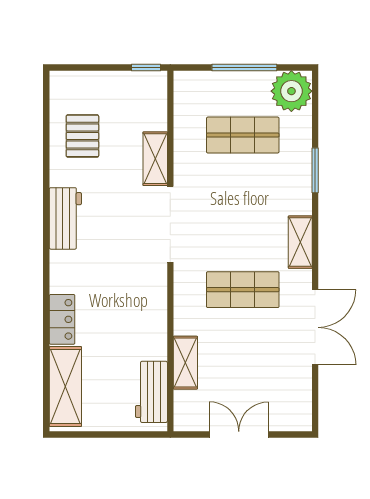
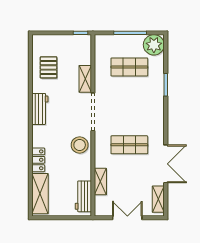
shelving: (300, 242) -> (158, 199), moved
stool: (144, 290) -> (80, 145), added

